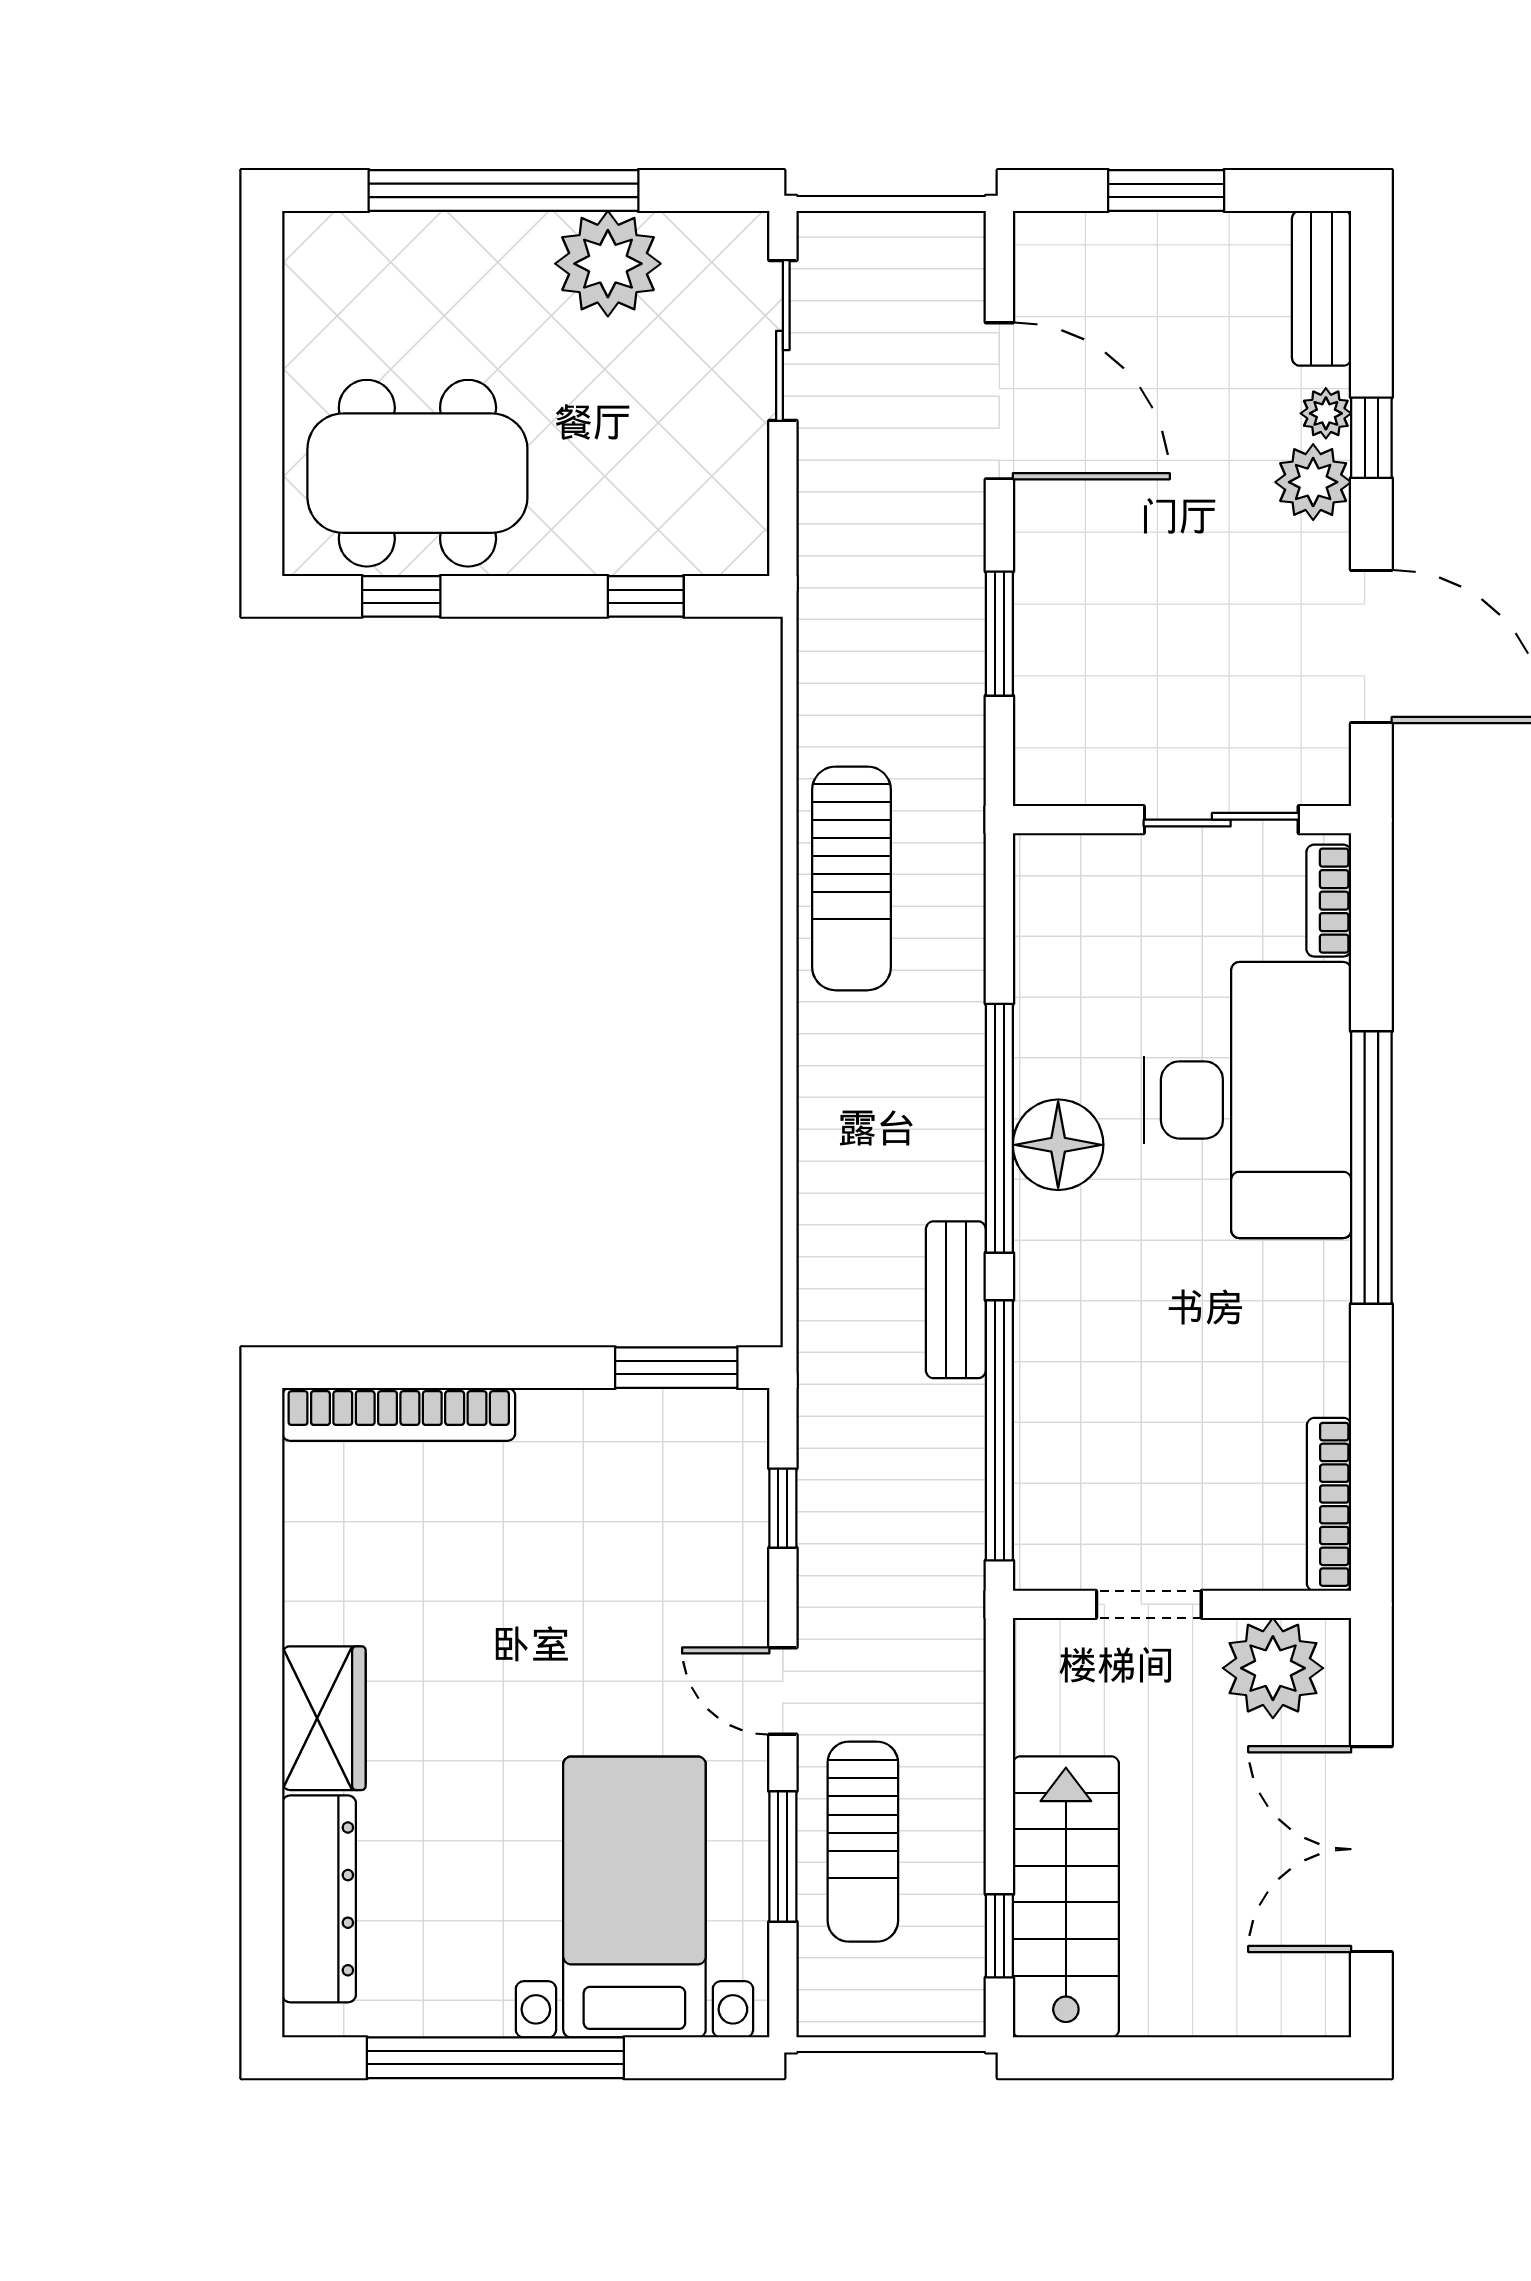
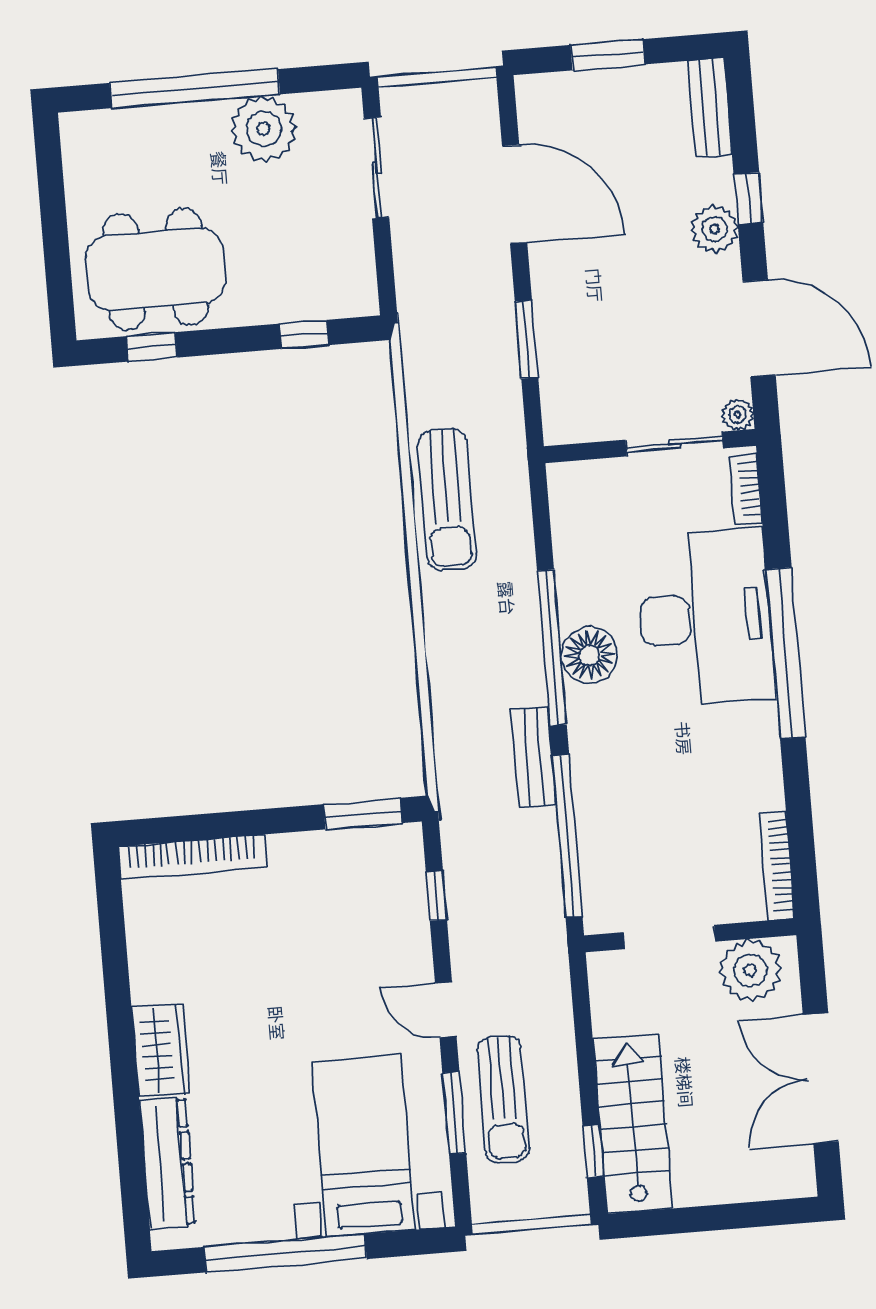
plant: (1326, 413) -> (738, 414), moved
doorway: (1149, 1604) -> (670, 937), width x1.38

